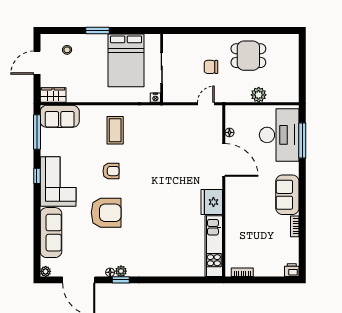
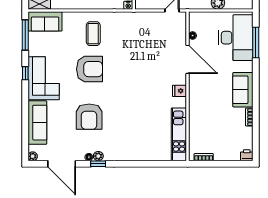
armchair: (111, 171) -> (90, 69), width x1.88, depth x1.88
fridge: (212, 202) -> (180, 91), width x0.53, depth x0.75
armchair: (106, 213) -> (89, 117), moved, turned 90

